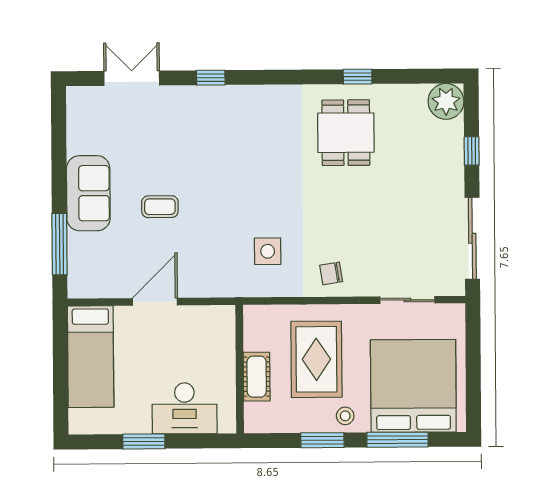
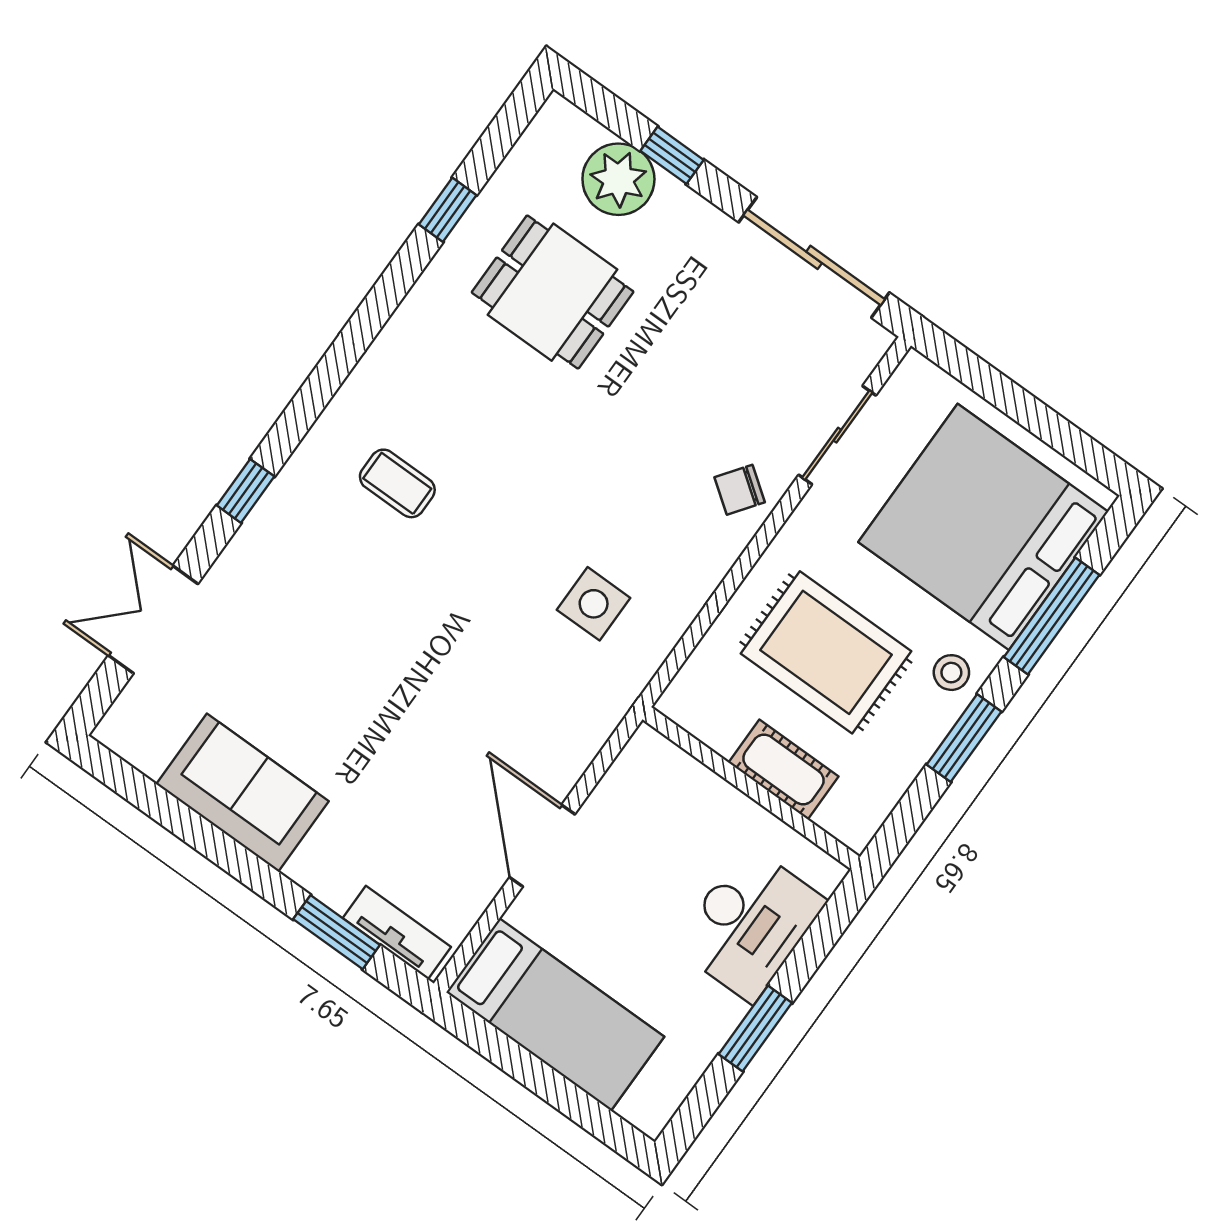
window: (358, 77) -> (448, 210), moved
plant: (446, 101) -> (618, 179), moved
dining table: (346, 133) -> (553, 292), moved
sofa: (88, 193) -> (242, 793), moved
coffee table: (160, 207) -> (397, 483), moved, turned 90
window: (60, 244) -> (337, 932), width x0.69
tv unit: (77, 269) -> (397, 932), added
chair: (331, 273) -> (740, 490), moved, turned 45

